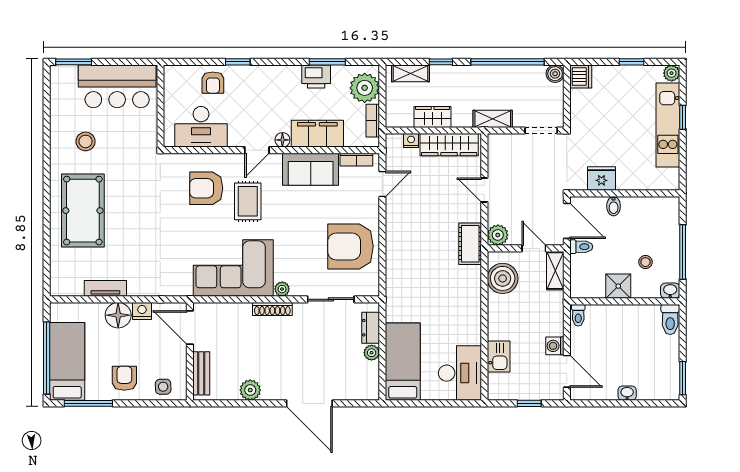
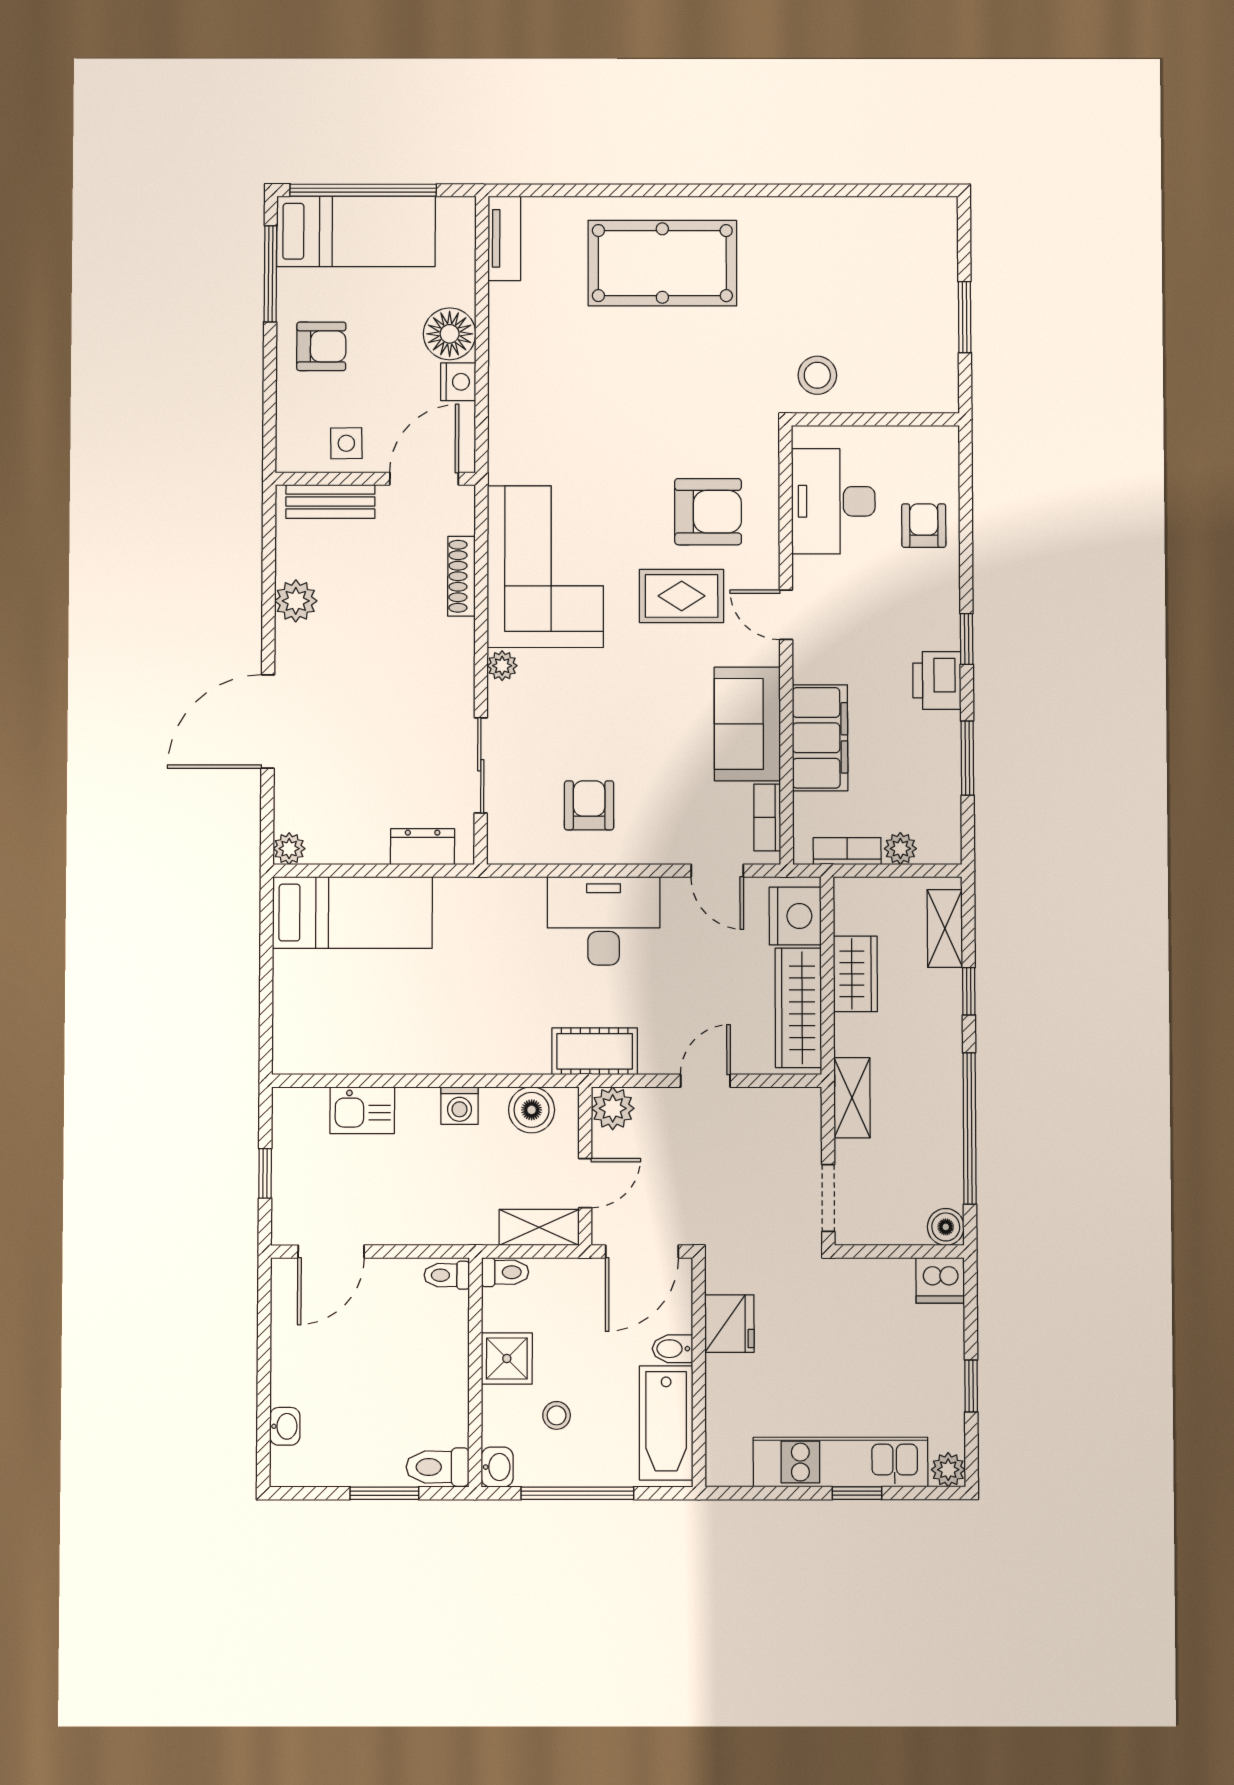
window: (74, 62) -> (965, 317), moved
window: (238, 62) -> (967, 639), moved
printer: (316, 77) -> (937, 680), moved
armchair: (213, 83) -> (924, 526), turned 90
bar counter: (117, 86) -> (915, 332), removed
plant: (365, 88) -> (900, 849), width x0.53, depth x0.53
floor lamp: (282, 140) -> (807, 667), removed
stool: (86, 141) -> (817, 375), moved
nightstand: (411, 141) -> (795, 916), width x1.89, depth x1.79
armchair: (206, 188) -> (708, 512), turned 90
bathtub: (649, 209) -> (666, 1423), added
armchair: (350, 246) -> (589, 805), width x0.53, depth x0.53
toilet: (581, 247) -> (505, 1272), moved, turned -90
boiler: (503, 278) -> (532, 1110), width x0.73, depth x0.73
tv unit: (105, 288) -> (504, 238), moved
shoe rack: (272, 309) -> (462, 576), moved
washing machine: (555, 346) -> (460, 1106), moved, turned 180
plant: (372, 353) -> (289, 849), moved
desk: (460, 373) -> (604, 921), moved, turned 180
window: (683, 378) -> (384, 1493), moved
side table: (163, 387) -> (346, 443), moved
washbasin: (627, 393) -> (285, 1426), moved

